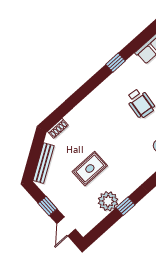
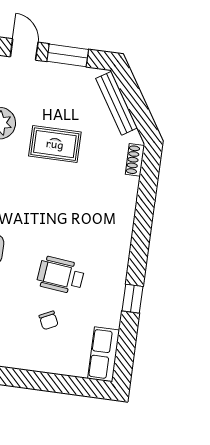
rug: (90, 169) -> (55, 144), turned 90
window: (48, 206) -> (68, 55), width x1.50

